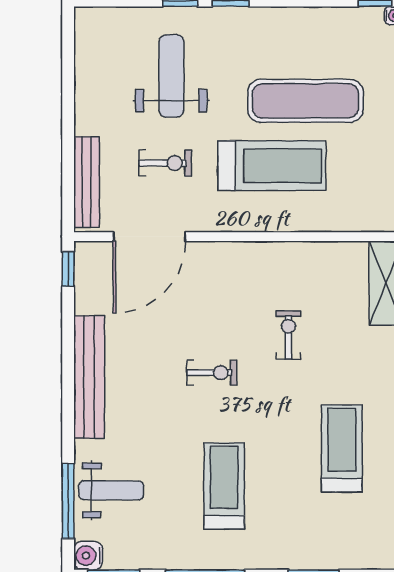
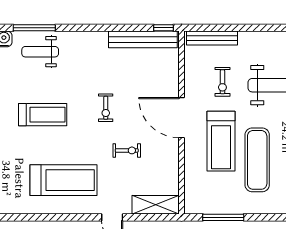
door: (149, 237) -> (181, 118), moved
bench: (89, 377) -> (143, 39), moved
treadmill: (342, 449) -> (63, 180), width x1.37, depth x1.38
weight bench: (111, 490) -> (40, 52), turned 90

